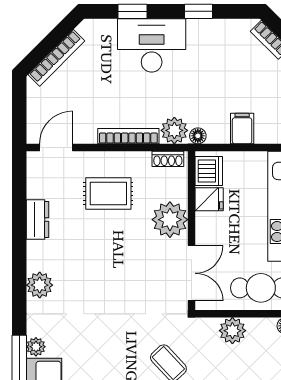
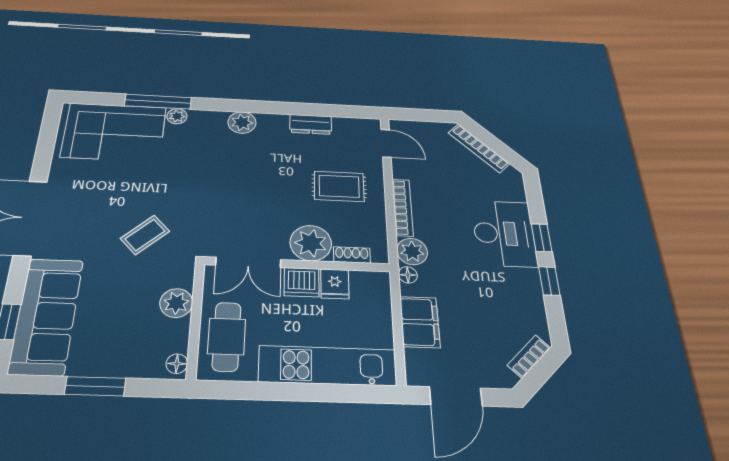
window: (132, 11) -> (542, 238), moved
filing cabinet: (242, 129) -> (420, 322), width x2.00
shoe rack: (168, 159) -> (352, 255), moved, turned 90
dishwasher: (209, 171) -> (302, 282), moved
rug: (108, 193) -> (339, 186), turned 90

